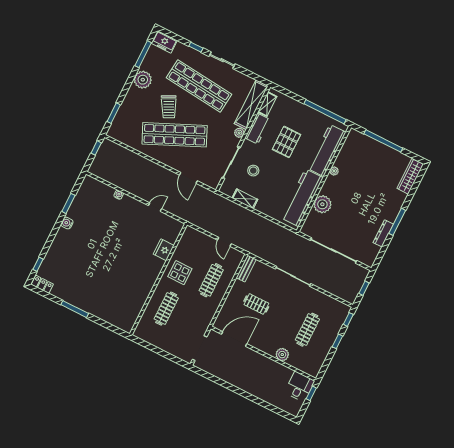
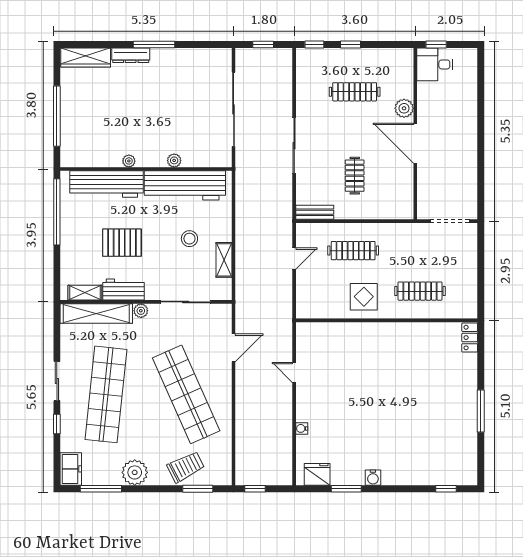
trolley: (169, 107) -> (186, 467), moved
stool: (253, 171) -> (189, 239), moved
plant: (322, 204) -> (174, 160), width x0.53, depth x0.53
dresser: (383, 233) -> (131, 55), moved
fridge: (164, 250) -> (317, 474), moved, turned 180
locker: (42, 284) -> (470, 338), moved
door: (234, 339) -> (415, 143), moved

